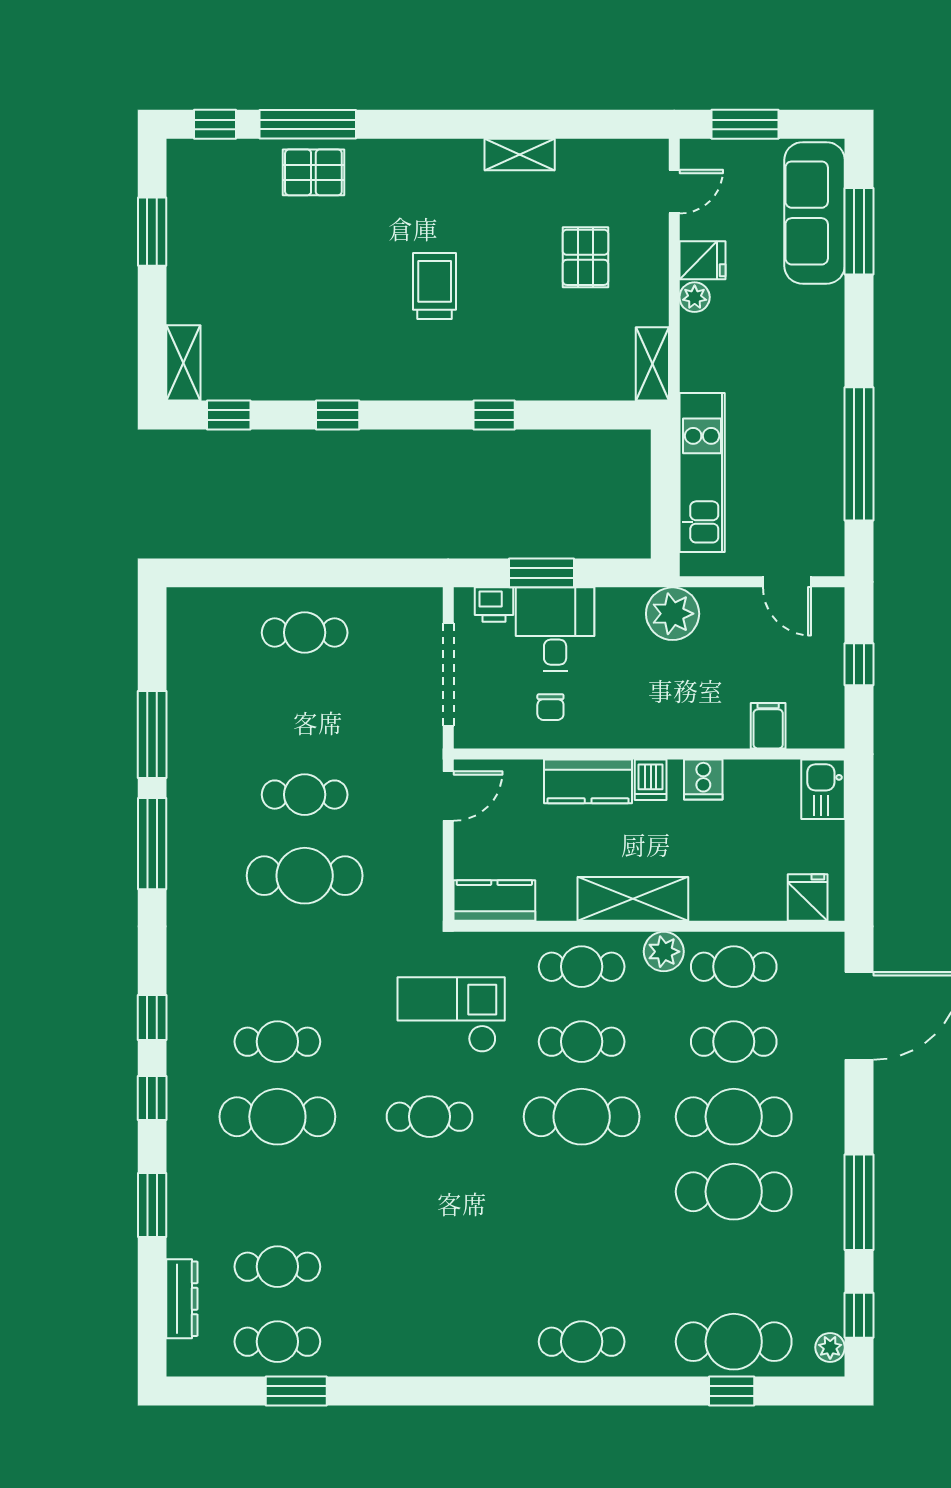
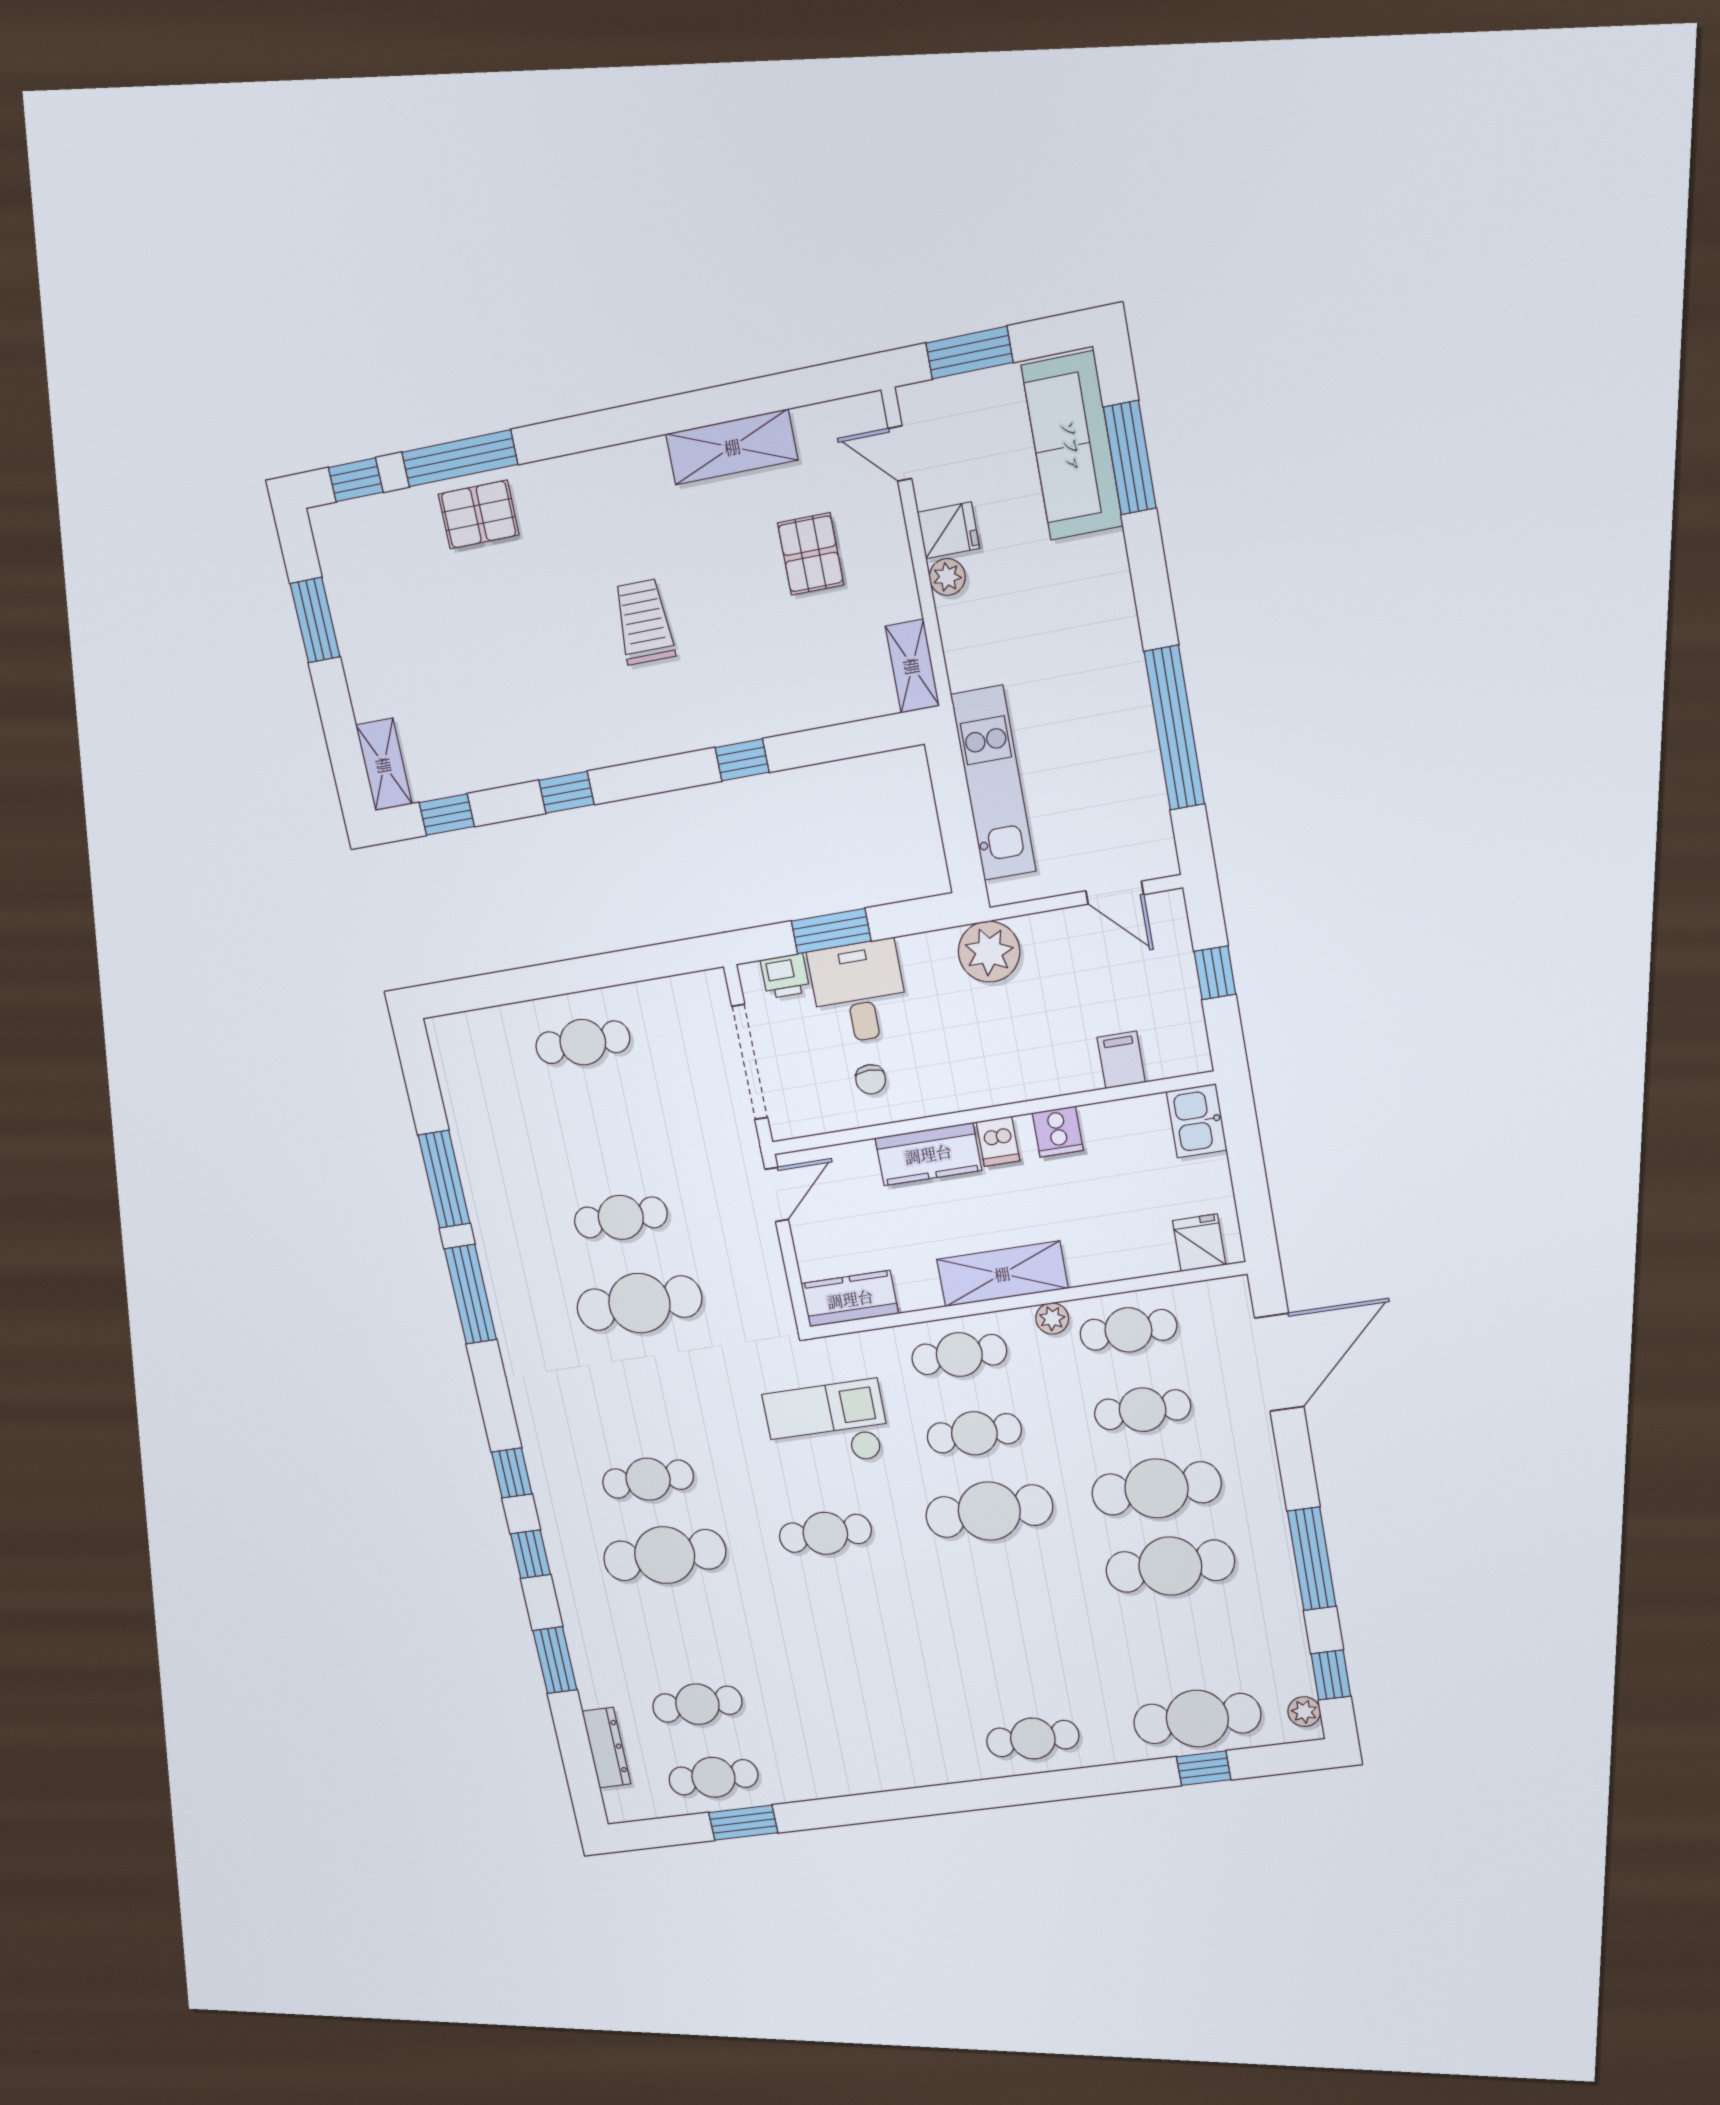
shelving: (520, 154) -> (732, 447), width x1.50, depth x1.33
door: (674, 192) -> (900, 453), swing flipped
plant: (664, 952) -> (1052, 1318), width x0.73, depth x0.73

